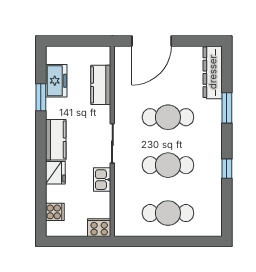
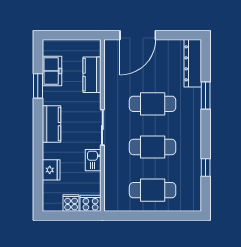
window: (227, 169) -> (206, 168), moved
fridge: (55, 173) -> (51, 170), moved
cooker: (55, 212) -> (71, 203), moved, turned -90

